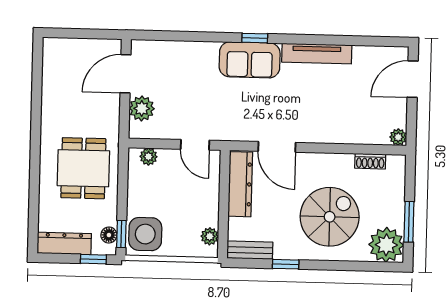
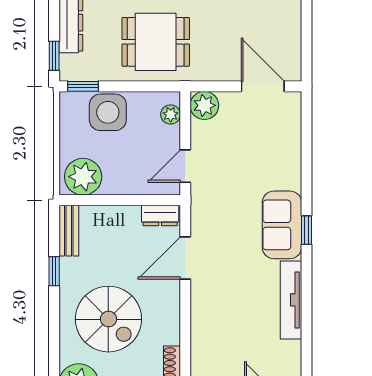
plant: (142, 108) -> (204, 105), moved
dresser: (240, 184) -> (160, 216), width x0.51, depth x0.80
side table: (145, 234) -> (108, 112), moved
floor lamp: (109, 235) -> (82, 72), removed
plant: (210, 236) -> (83, 177), width x1.88, depth x1.88

